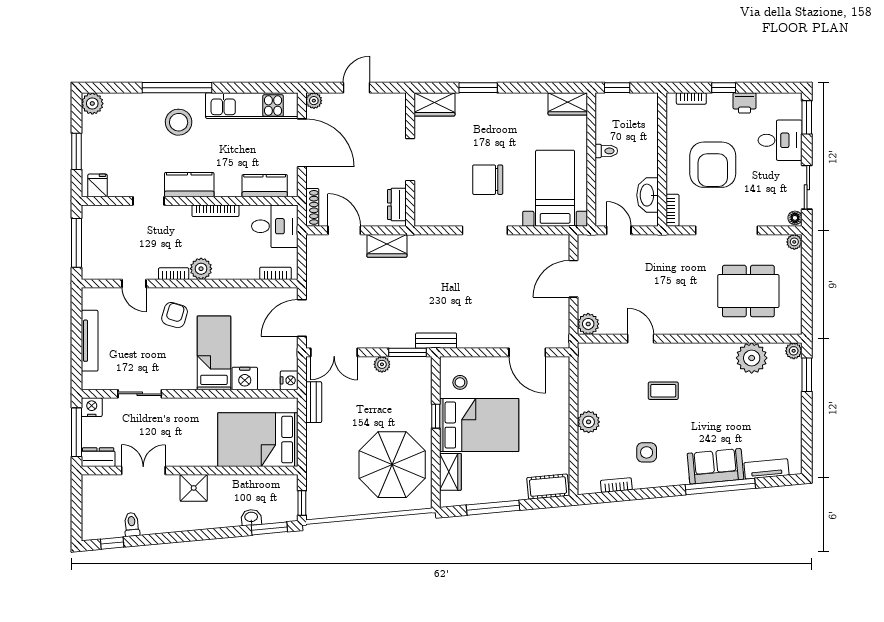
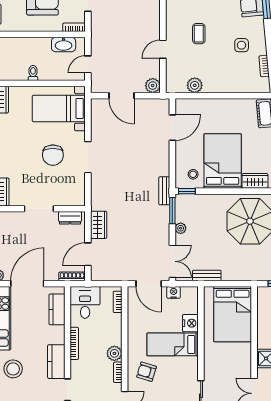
nightstand: (289, 380) -> (174, 292), moved
window: (436, 416) -> (187, 191), moved
plant: (589, 422) -> (195, 85), moved

